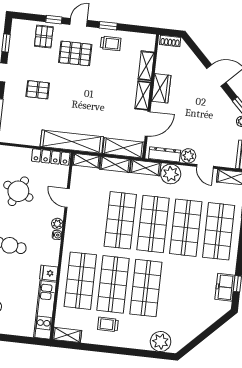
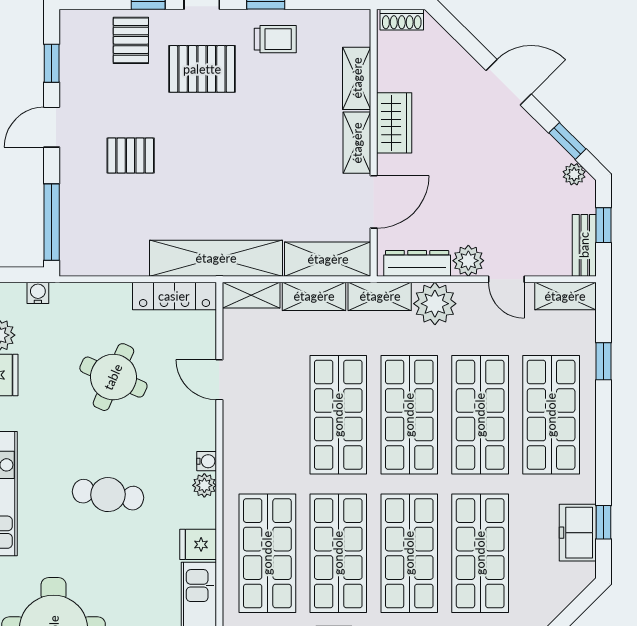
plant: (57, 224) -> (204, 485), moved
shop shelf: (179, 292) -> (480, 553), added

